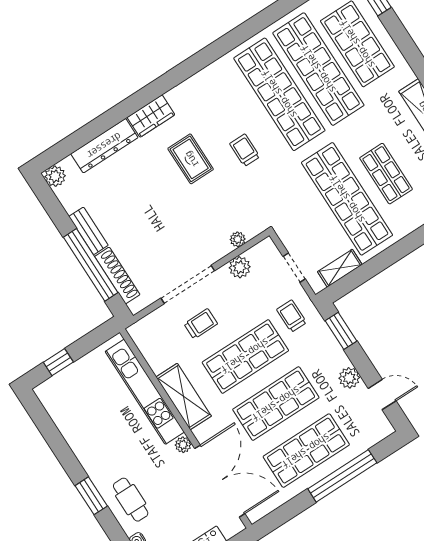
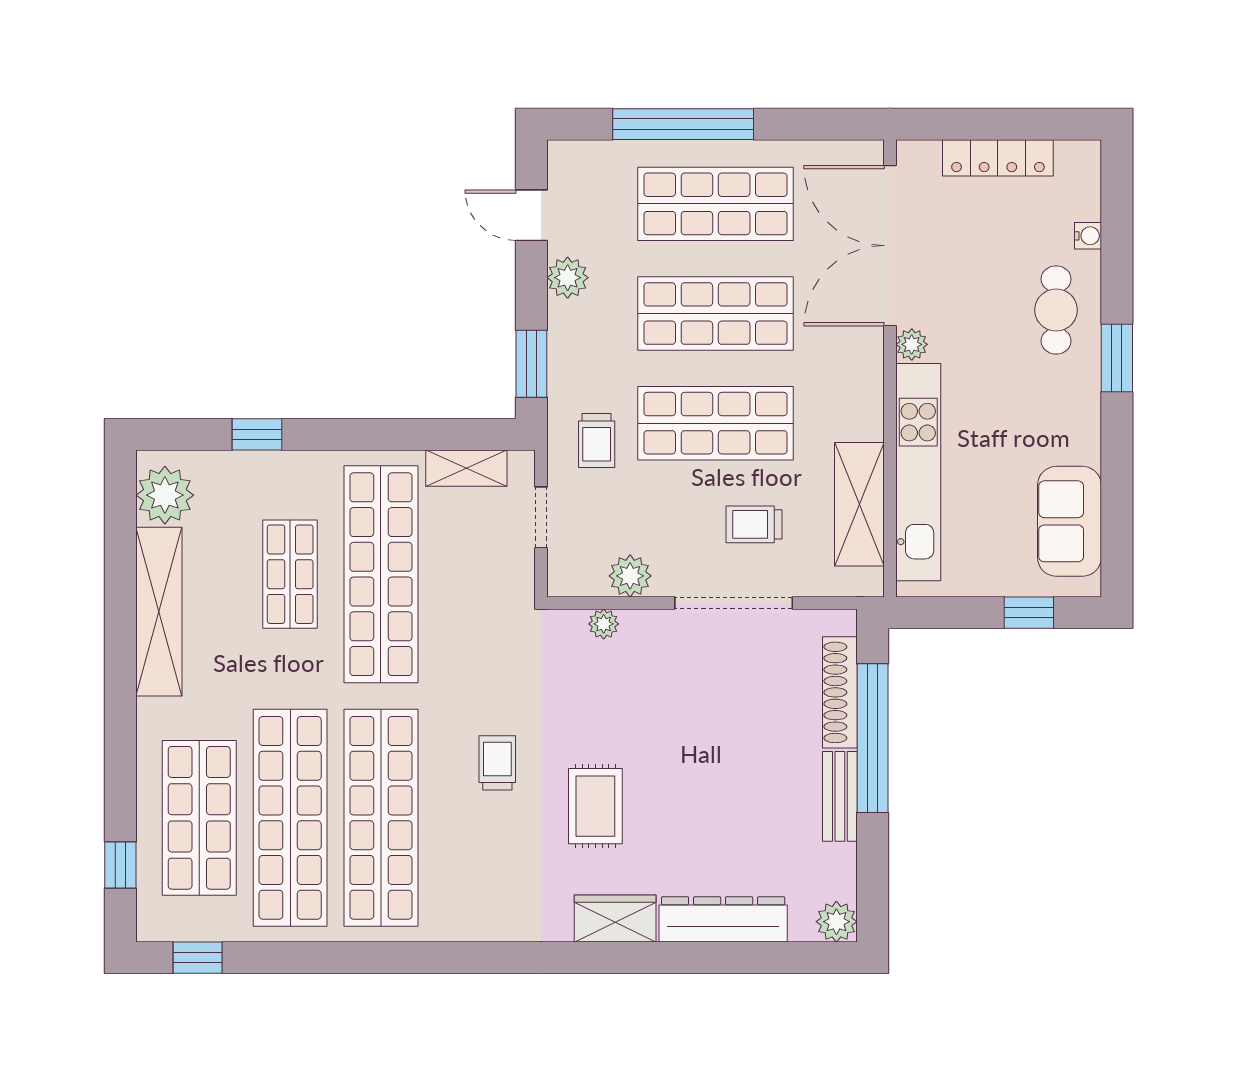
trolley: (245, 150) -> (497, 763), turned 180
shelving: (184, 397) -> (859, 504), moved
sofa: (66, 413) -> (1069, 521), added

